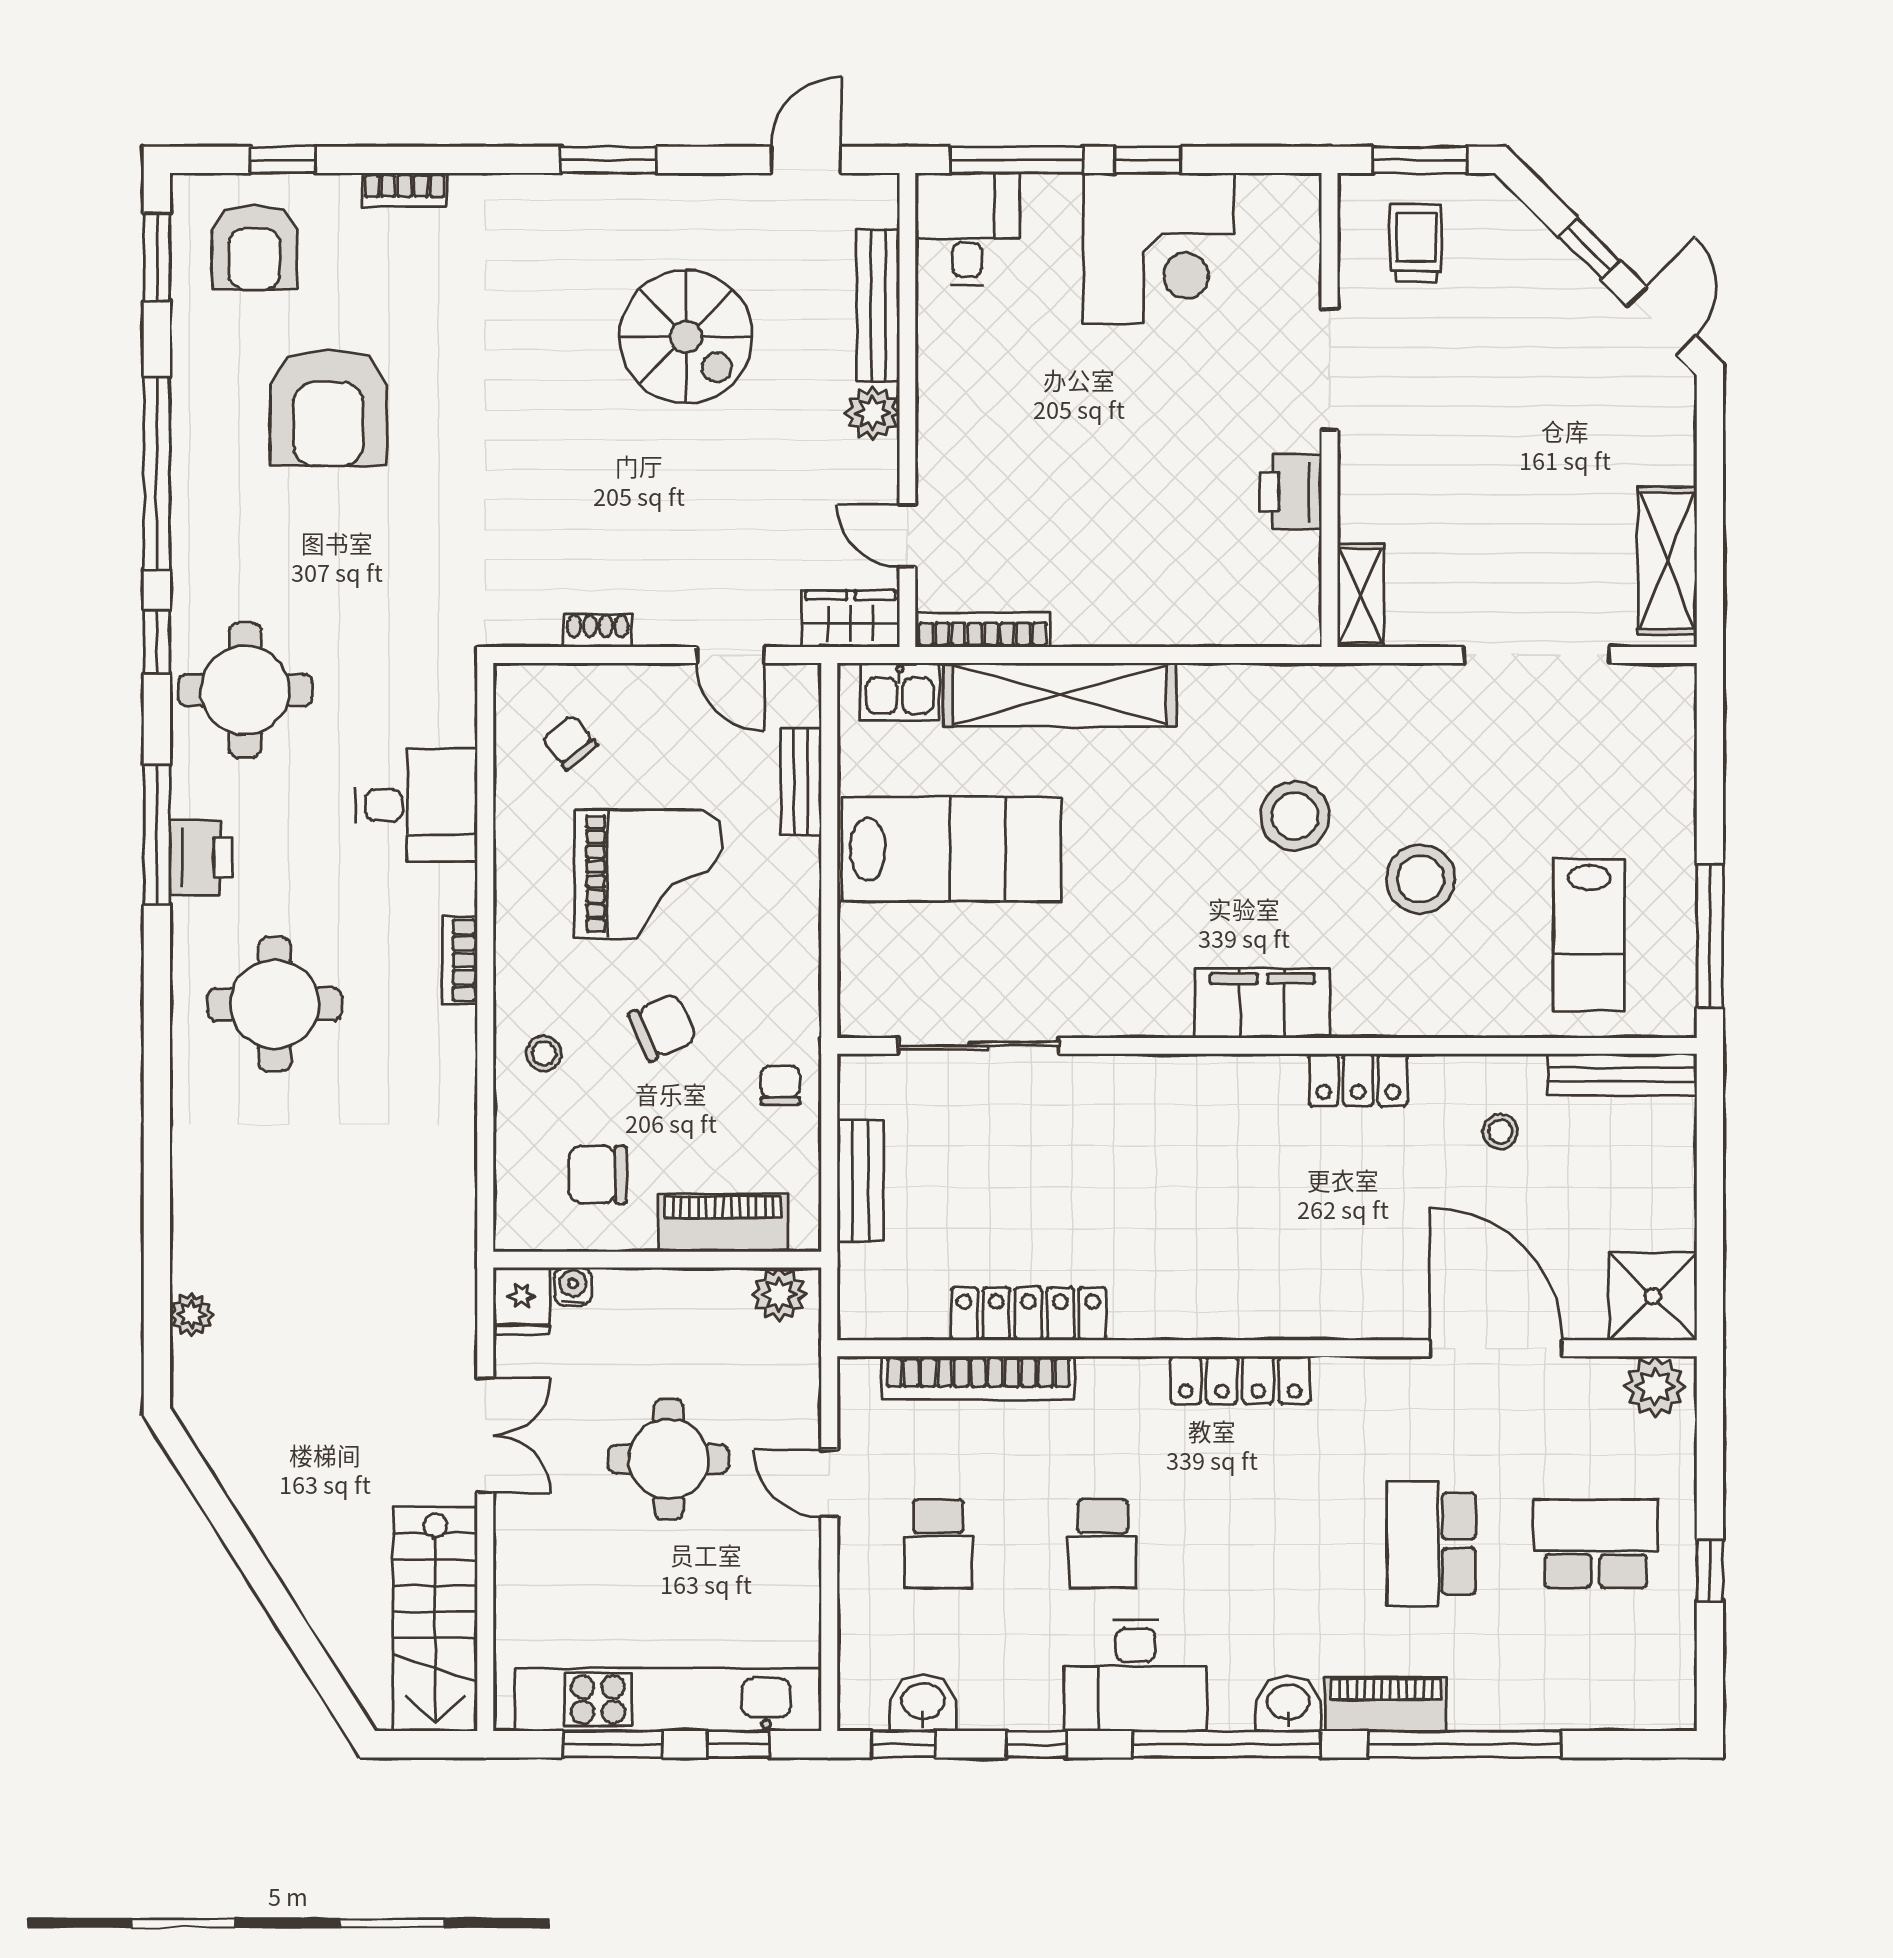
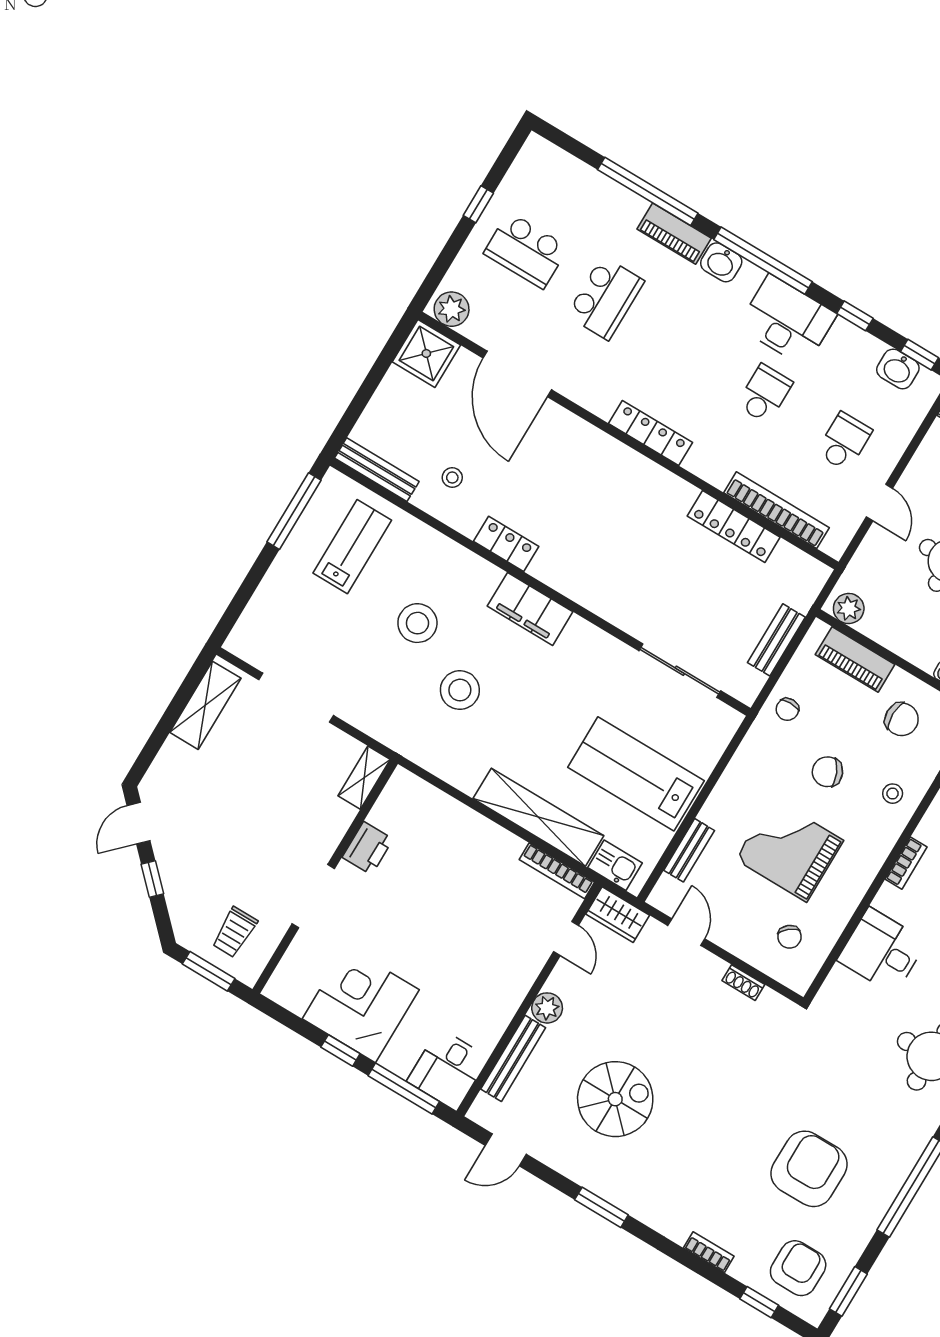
spiral stairs: (686, 337) -> (615, 1099), turned 90

